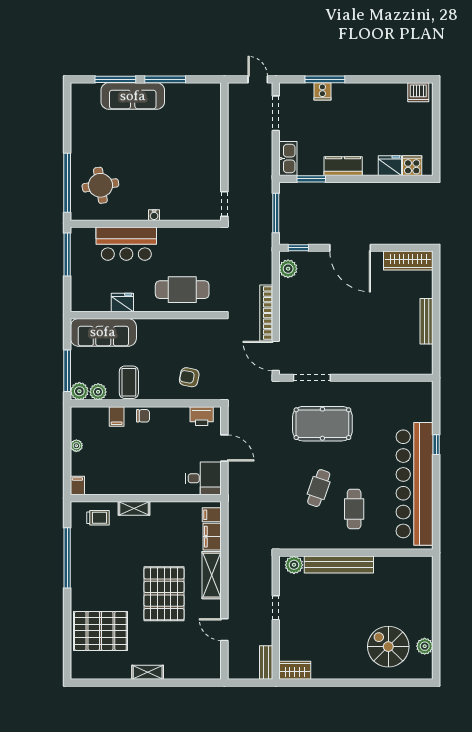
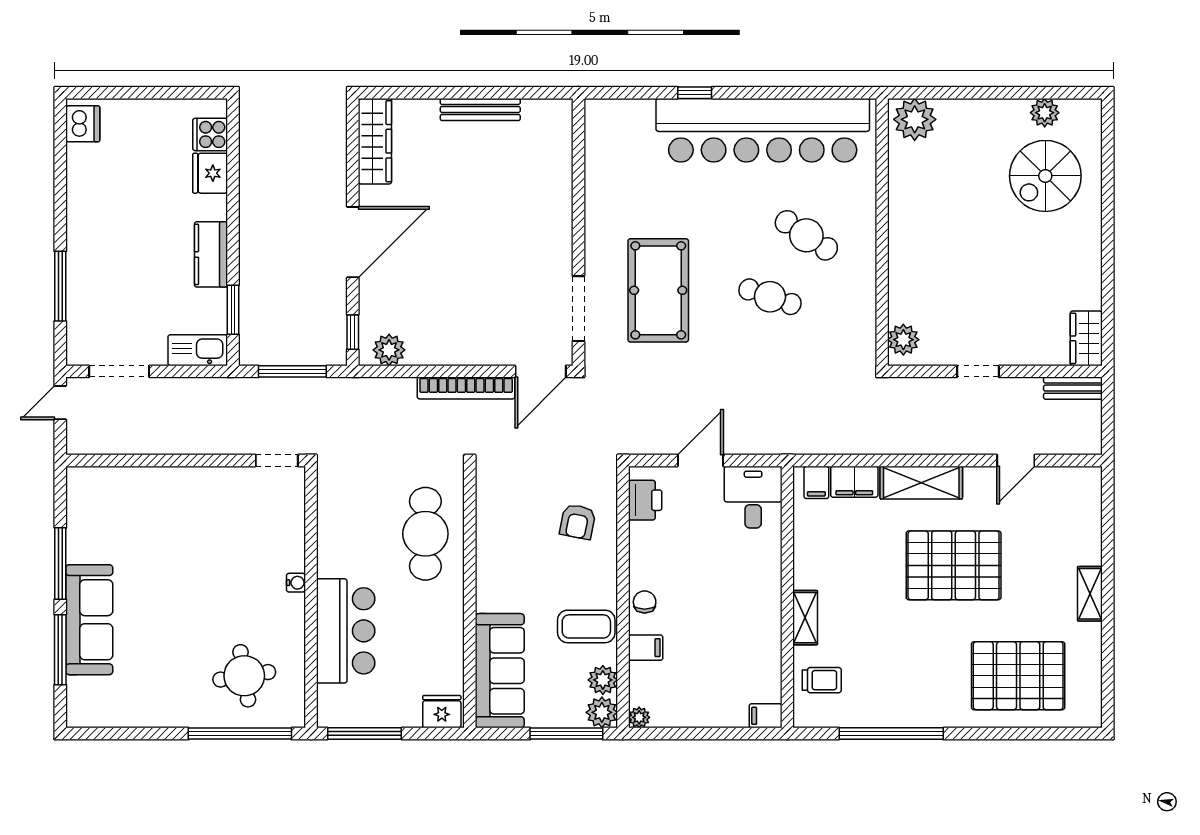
cooker: (322, 91) -> (81, 290), removed
fridge: (122, 303) -> (442, 712), moved, turned 90
plant: (76, 446) -> (639, 717), moved
cafe table: (354, 509) -> (806, 235), turned 34
trolley: (98, 518) -> (822, 680), turned 90
bench: (339, 564) -> (903, 262), removed
plant: (421, 571) -> (915, 119), added
pallet: (100, 631) -> (1018, 676), turned 90

